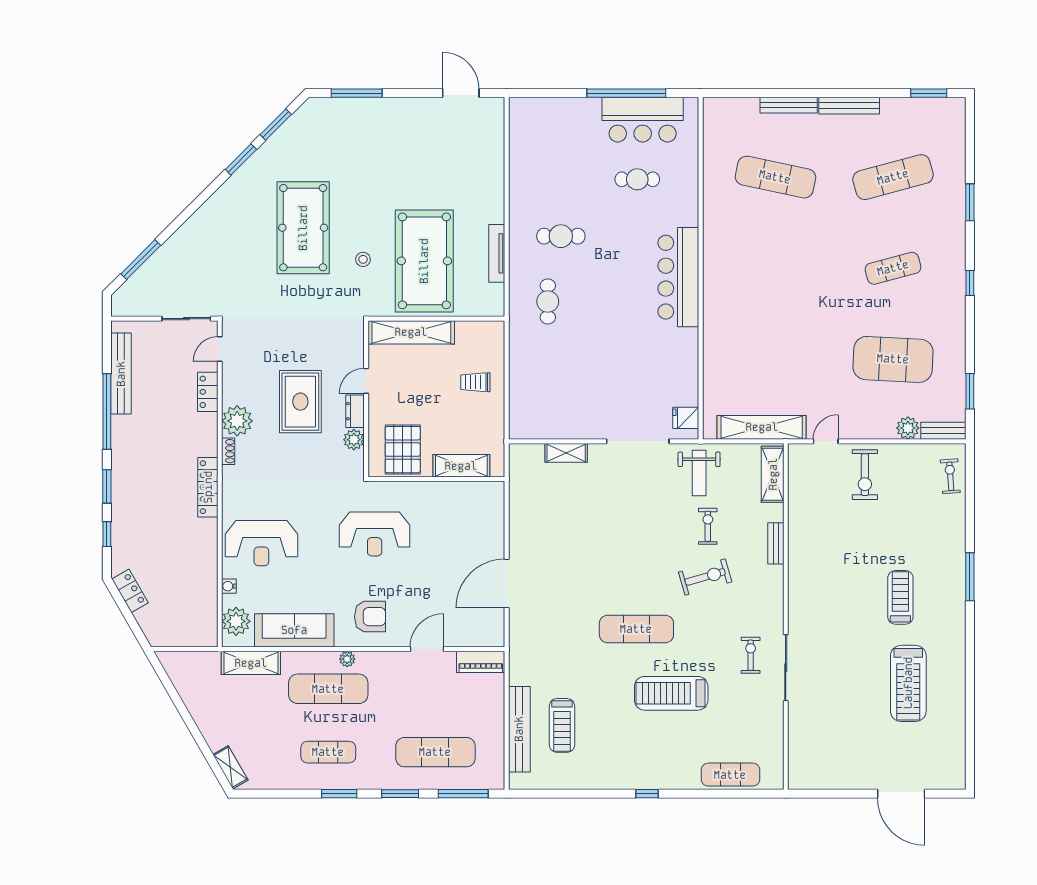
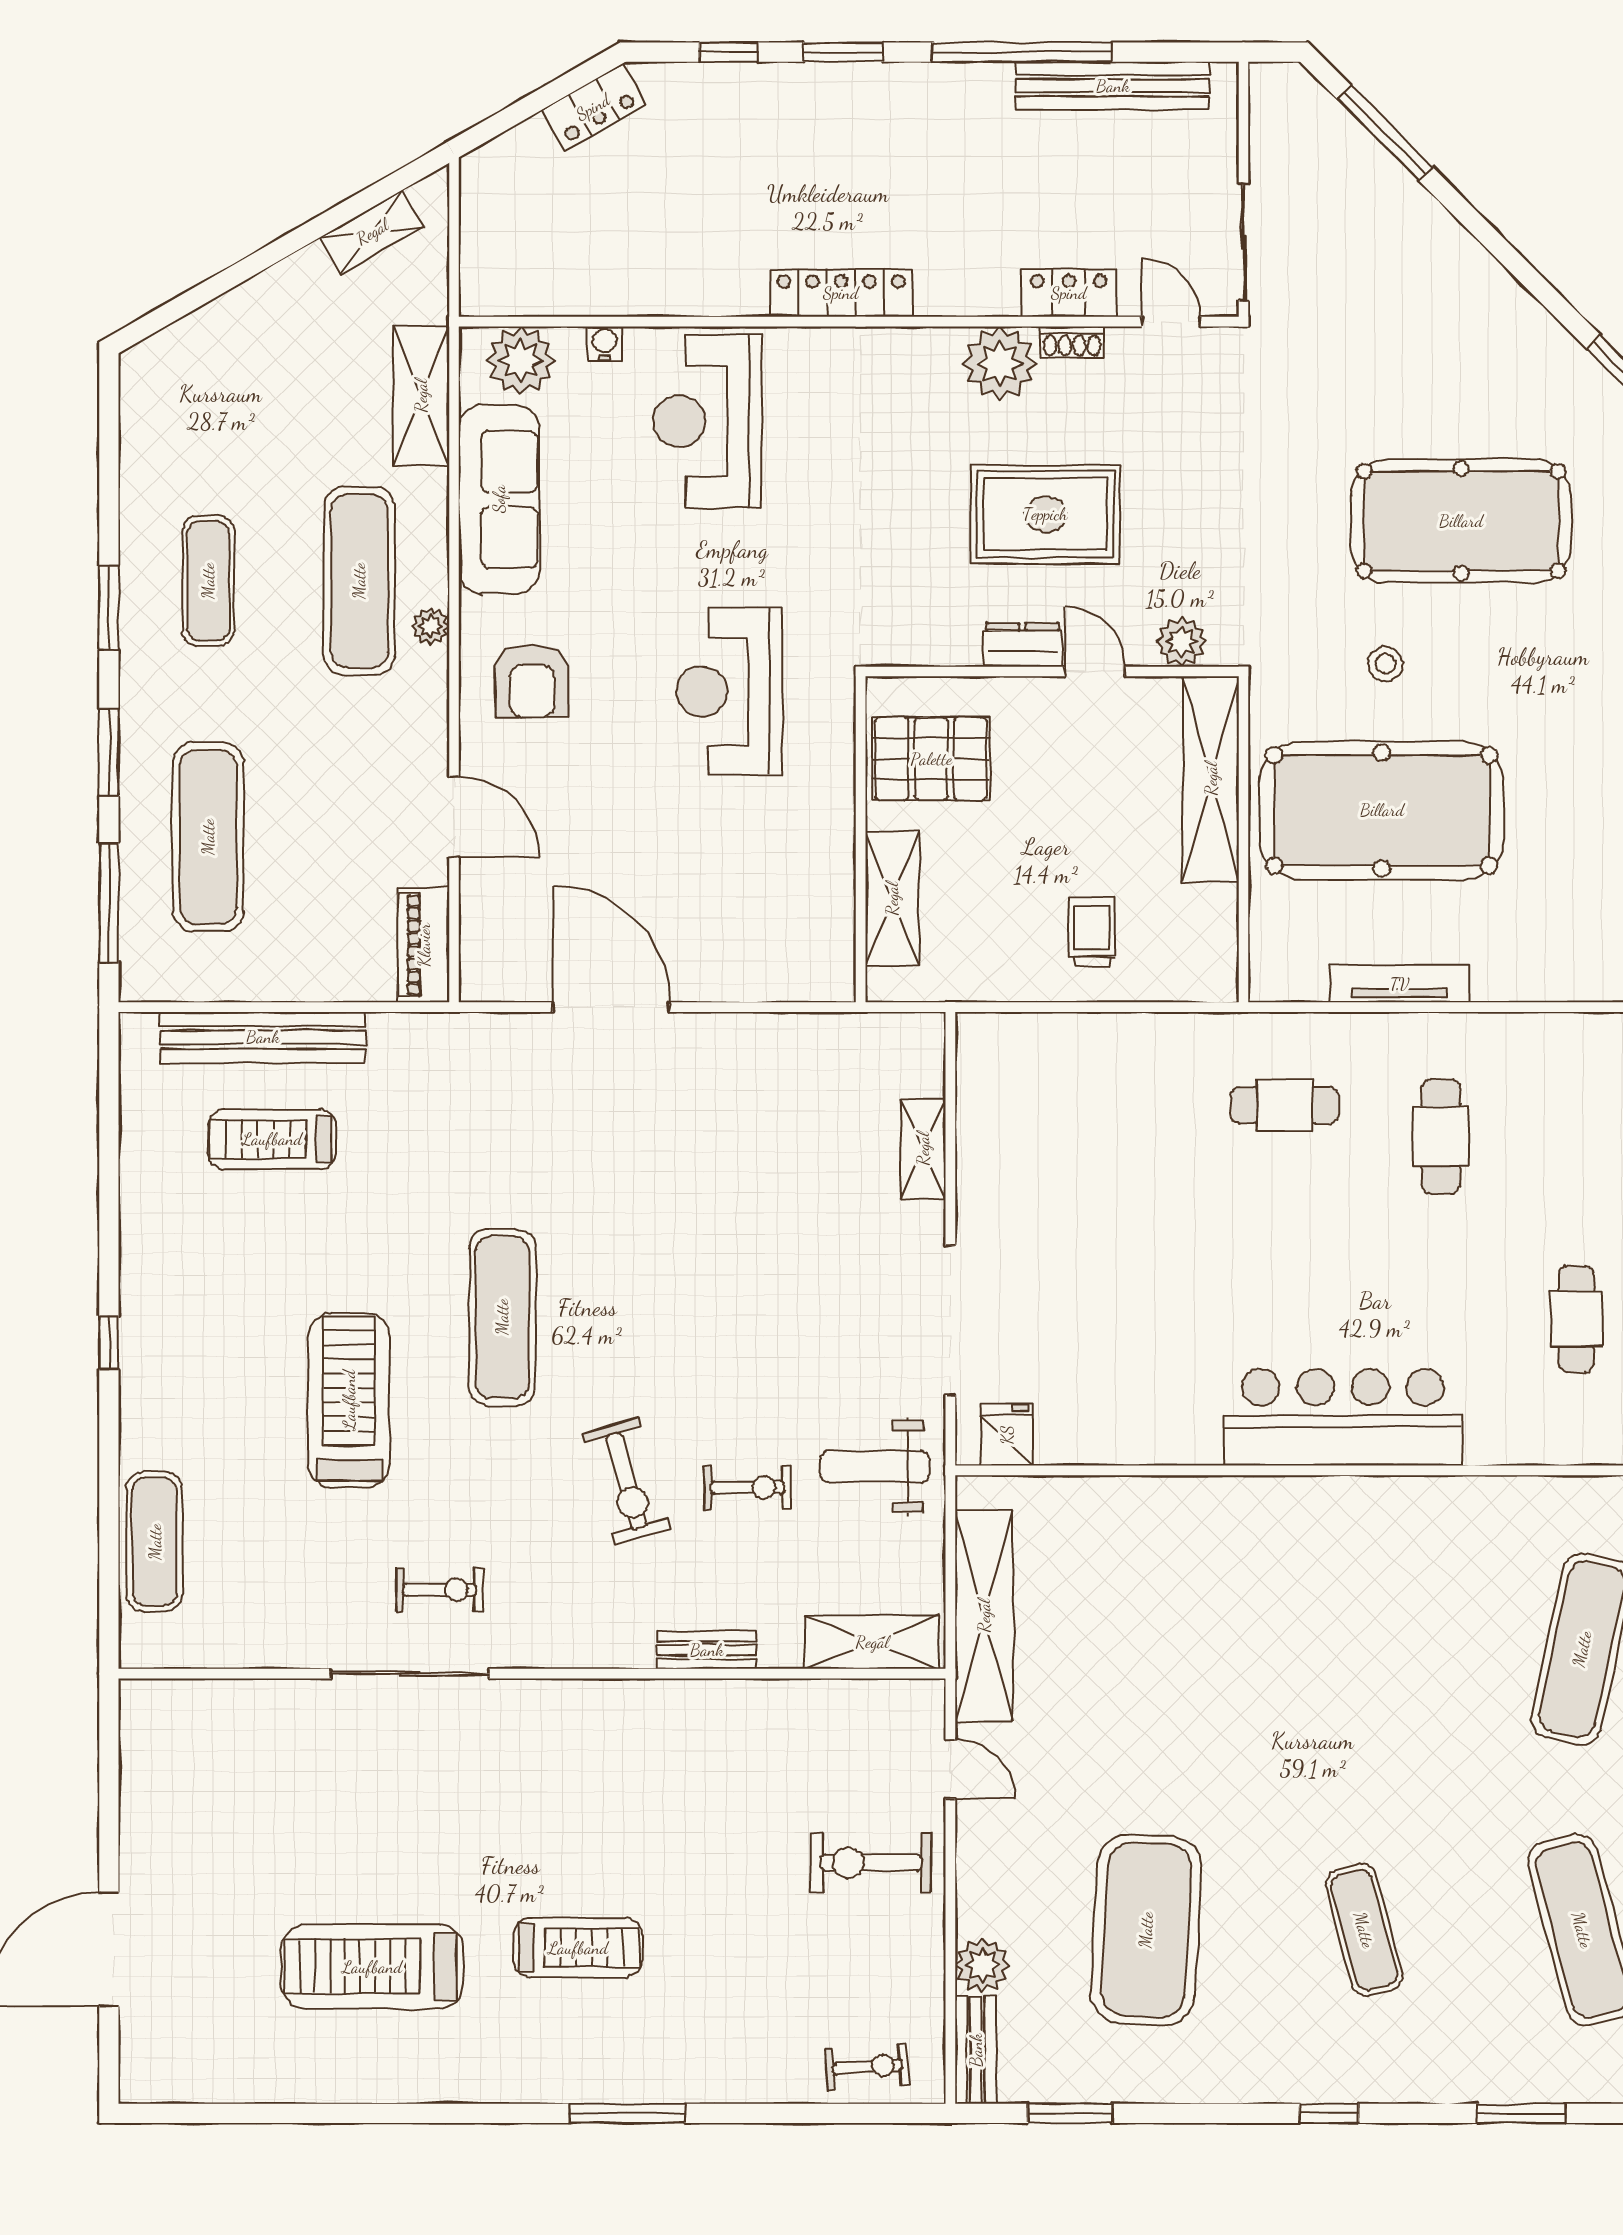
plant: (354, 440) -> (1181, 642), moved
shoe rack: (228, 451) -> (1072, 342), moved
shelving: (230, 767) -> (372, 232), moved

